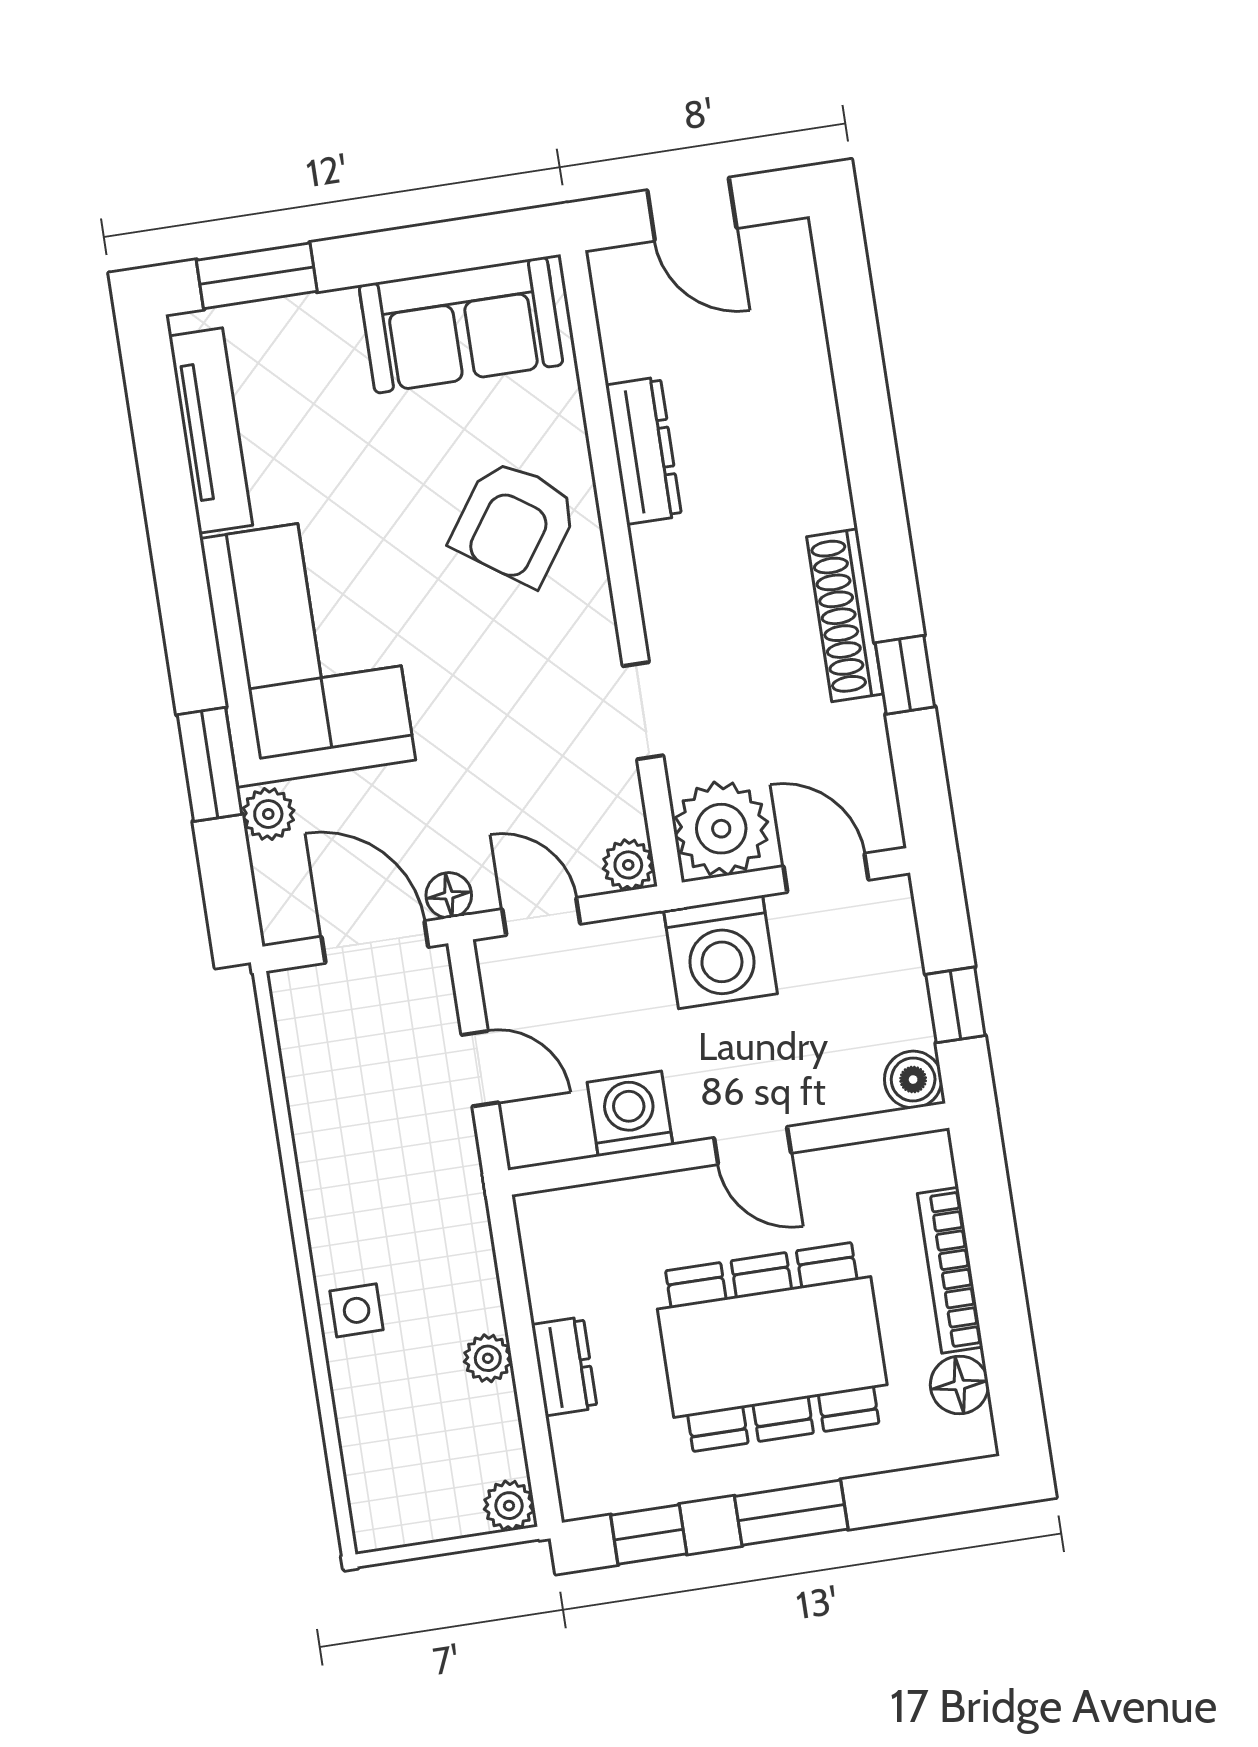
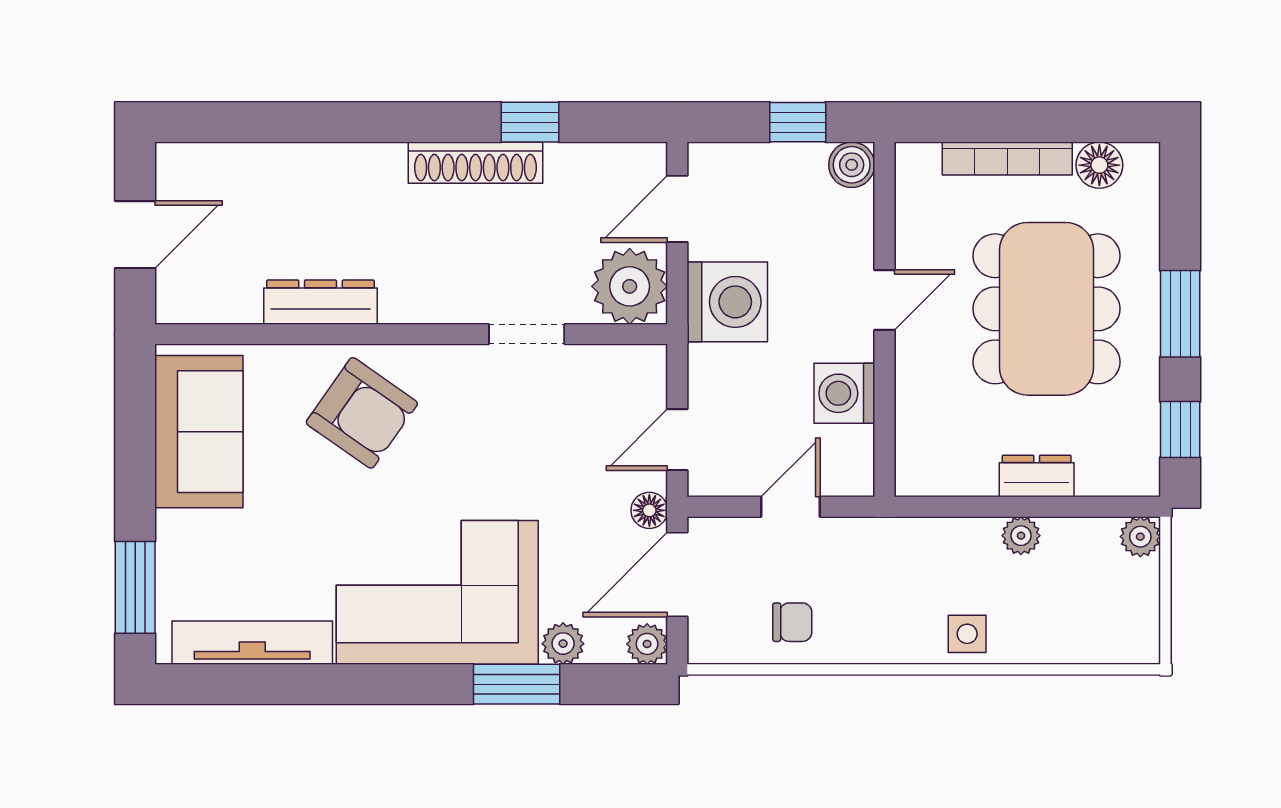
plant: (628, 865) -> (647, 644), moved
chair: (338, 1093) -> (792, 622), added

